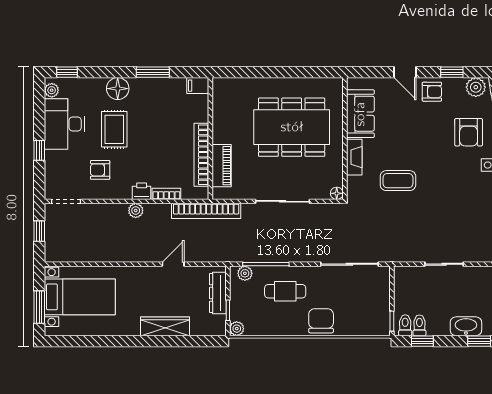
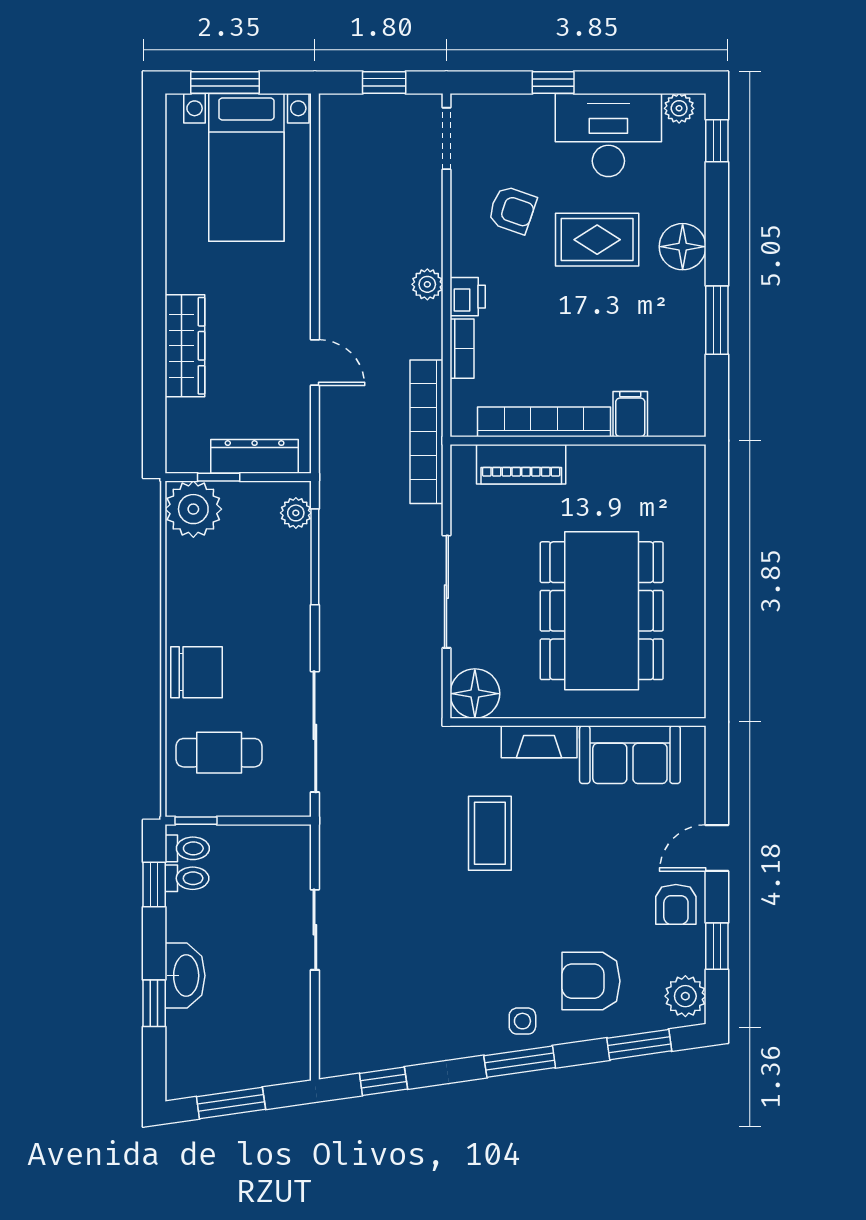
filing cabinet: (198, 86) -> (630, 414), moved
armchair: (100, 170) -> (512, 210), turned 109
floor lamp: (337, 193) -> (475, 694), width x1.89, depth x1.89
cafe table: (285, 291) -> (219, 753), moved, turned 90
plant: (237, 329) -> (193, 509), width x1.87, depth x1.87

